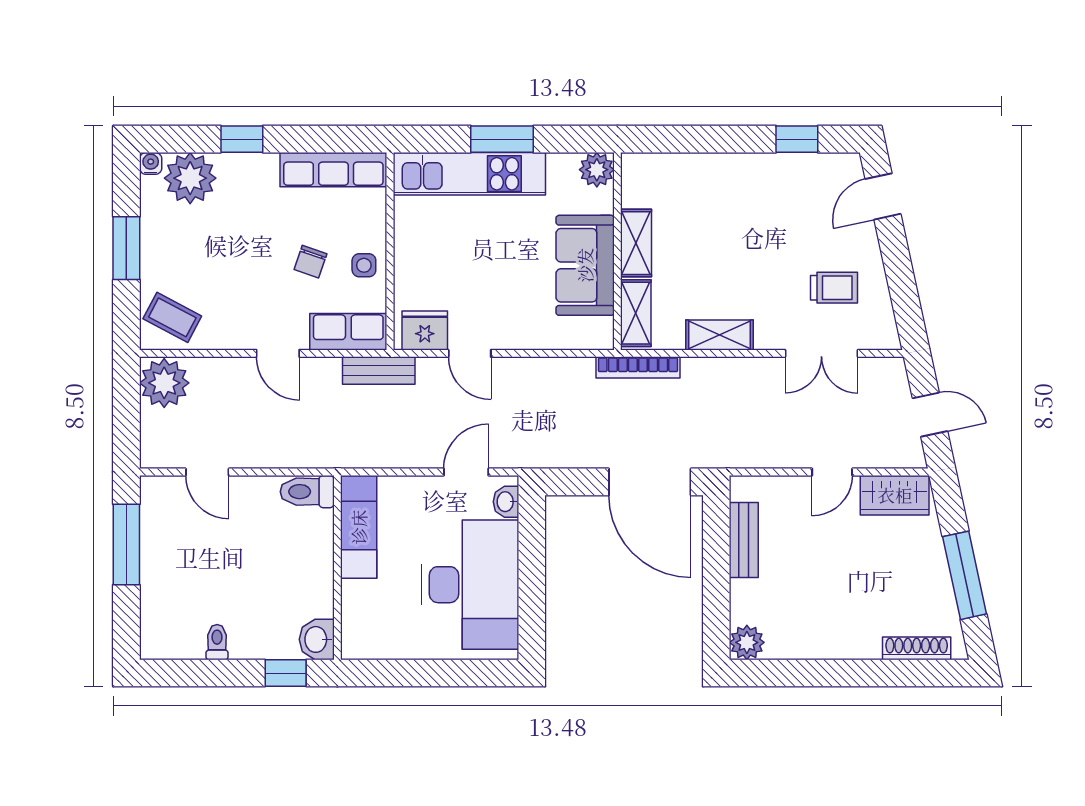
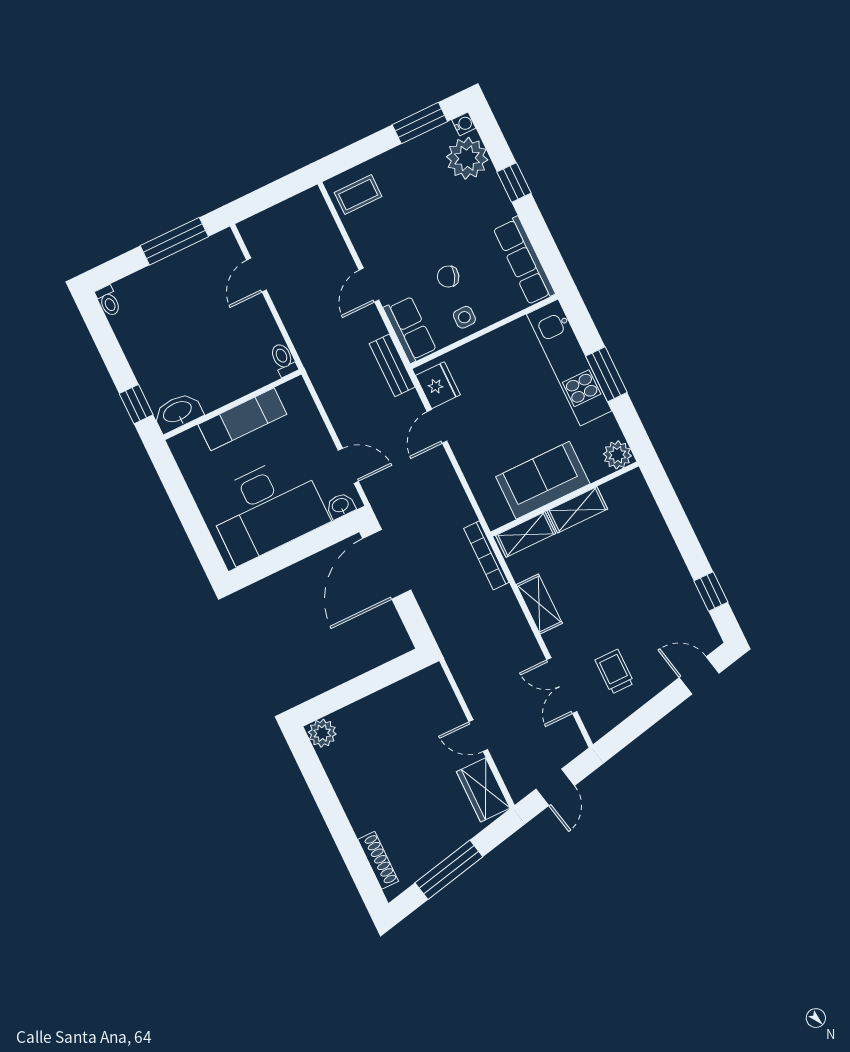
window: (126, 248) -> (420, 123), moved
trolley: (834, 288) -> (615, 672), turned 180
coffee table: (172, 317) -> (358, 195), turned 62
plant: (164, 383) -> (307, 212), removed
door: (650, 482) -> (387, 564), moved
toilet: (307, 492) -> (283, 360), width x0.73, depth x0.72
exam couch: (359, 527) -> (242, 419), moved
bench: (744, 540) -> (397, 695), removed
washbasin: (317, 639) -> (178, 412), width x1.38
toilet: (217, 642) -> (108, 301), moved, turned 90

